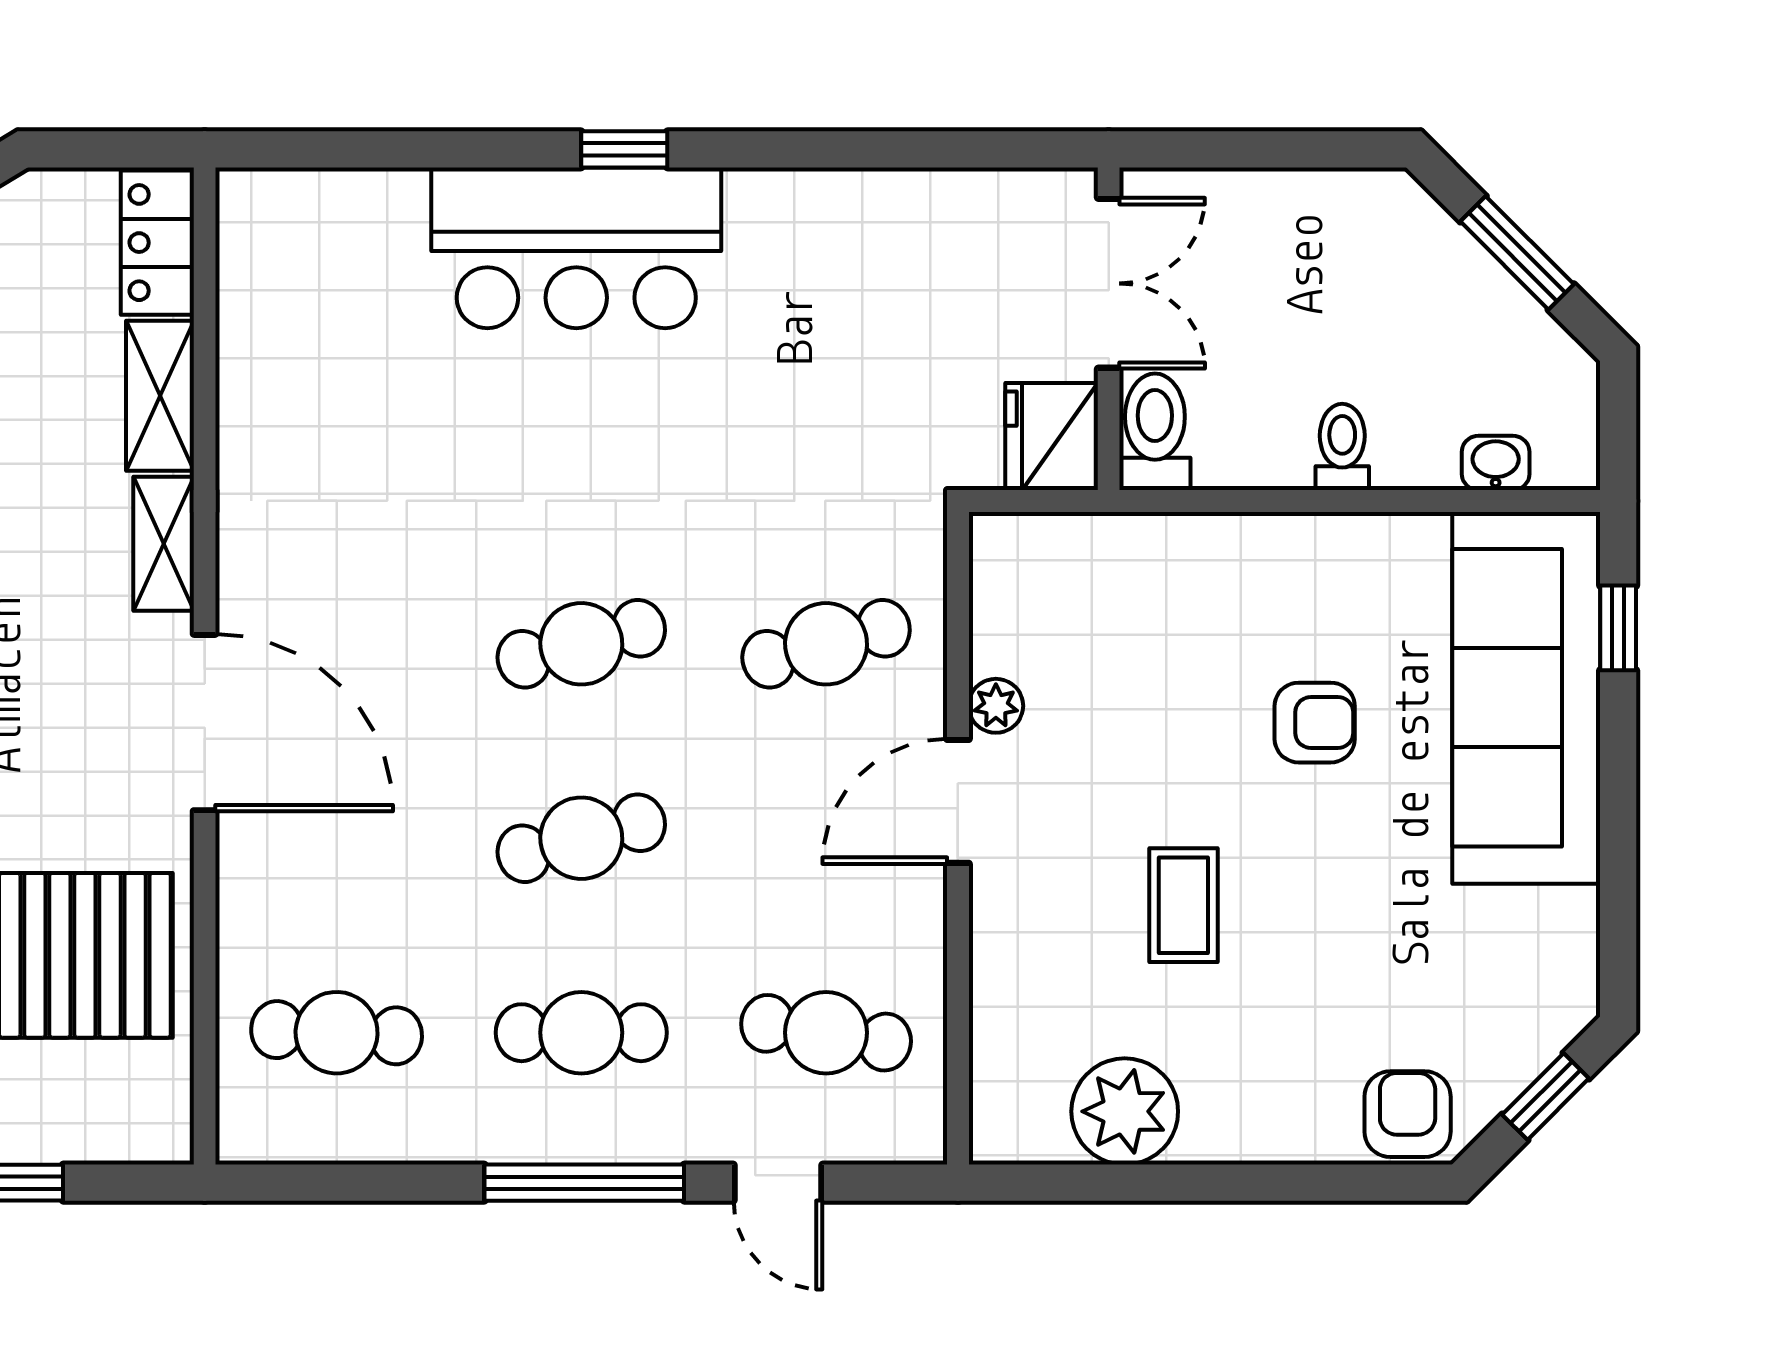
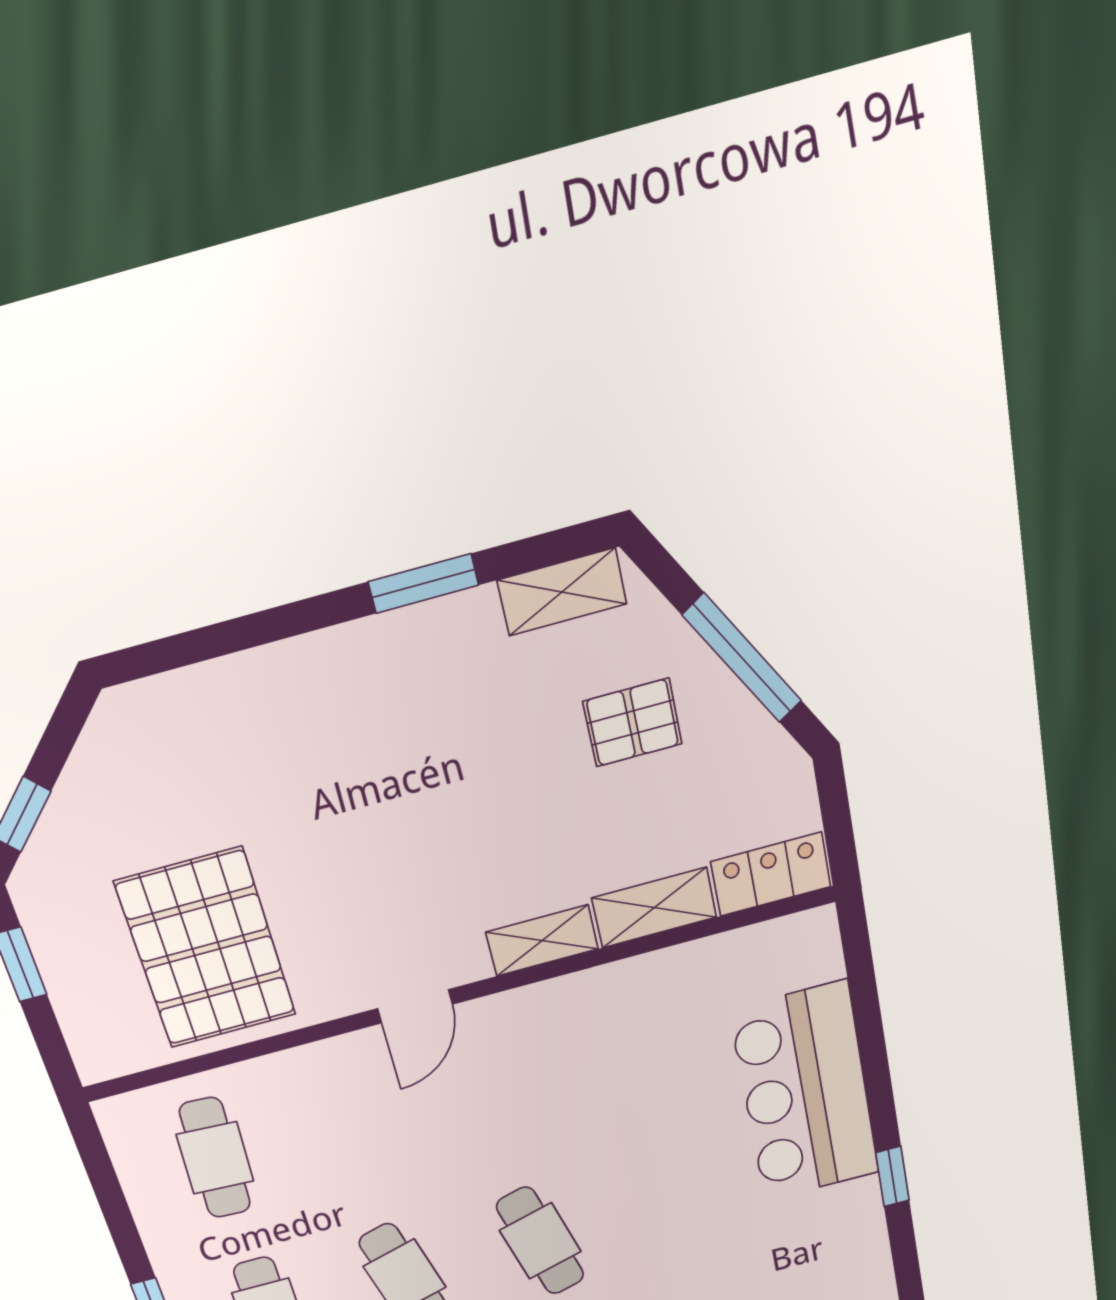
bar counter: (576, 248) -> (805, 1093), moved
door: (205, 723) -> (415, 1006), width x0.53

